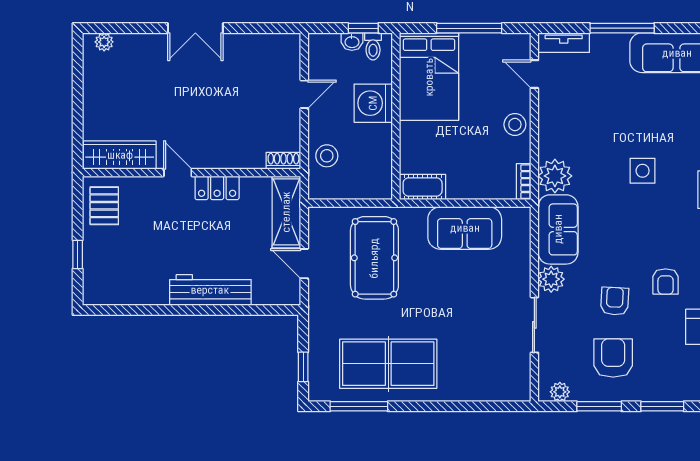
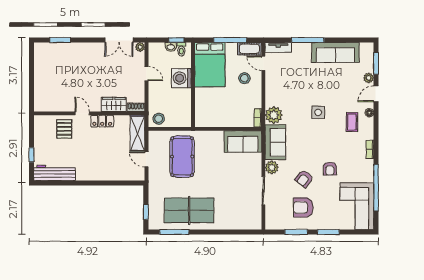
window: (134, 28) -> (60, 40), added
double door: (195, 28) -> (119, 40), moved
plant: (104, 42) -> (140, 47), moved
door: (304, 94) -> (146, 74), hinge flipped
stool: (515, 124) -> (244, 78), moved
wardrobe: (120, 155) -> (114, 104), moved, width x0.67
stool: (327, 156) -> (159, 119), moved
cot: (423, 187) -> (249, 49), moved
pallet: (104, 206) -> (64, 129), moved
sofa: (465, 228) -> (243, 141), moved
workbench: (210, 290) -> (54, 173), moved
armchair: (615, 301) -> (304, 179), turned -145
armchair: (613, 358) -> (303, 207), turned -90
plant: (560, 392) -> (276, 225), removed

